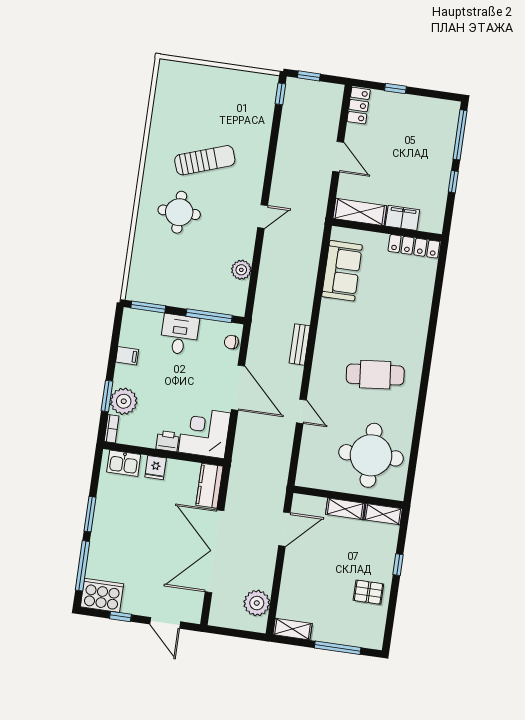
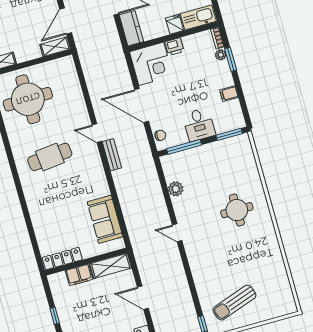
sun lounger: (205, 160) -> (235, 303), moved
door: (263, 216) -> (177, 233), hinge flipped
plant: (124, 401) -> (221, 55), width x0.53, depth x0.53
door: (301, 411) -> (97, 133), moved
kitchen sink: (124, 463) -> (198, 17), width x1.38
shelving: (345, 509) -> (55, 47), moved

